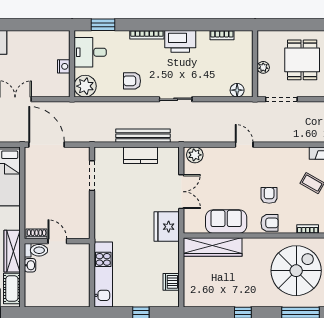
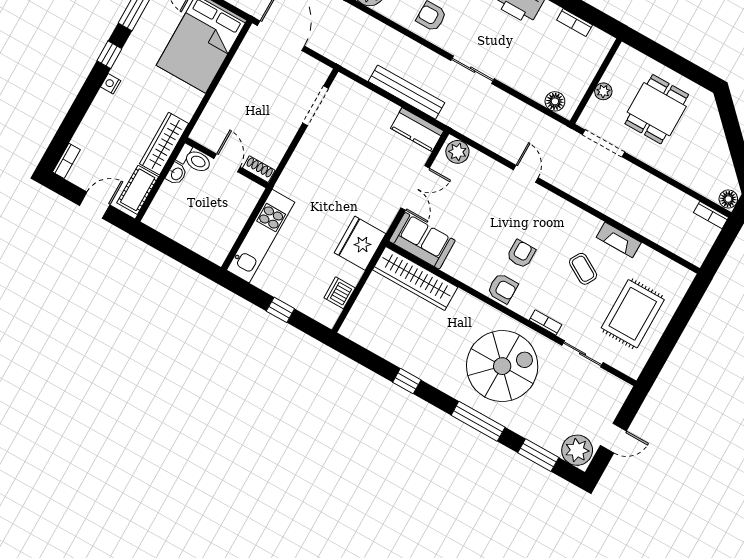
kitchen counter: (141, 155) -> (417, 130), moved
sofa: (226, 222) -> (422, 241), moved
fridge: (167, 227) -> (360, 243), moved
shoe rack: (37, 234) -> (259, 169), moved

